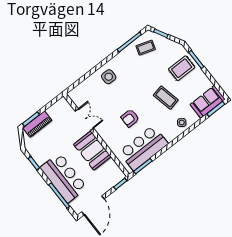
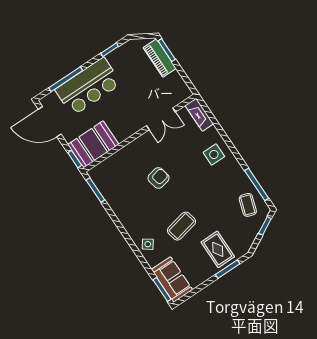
fireplace: (79, 90) -> (199, 115), added
armchair: (130, 118) -> (158, 178), turned 78
bar counter: (144, 148) -> (119, 192), removed
booth: (92, 151) -> (93, 144), moved

